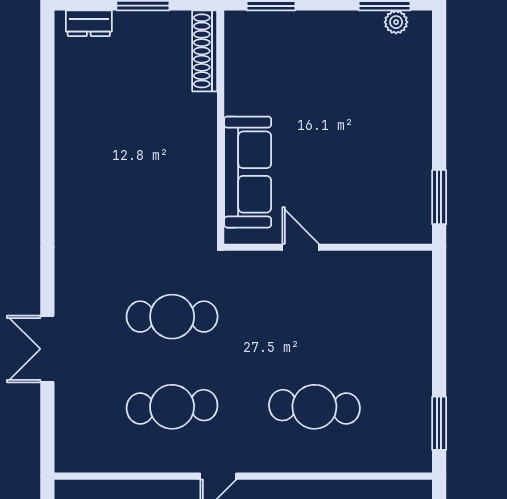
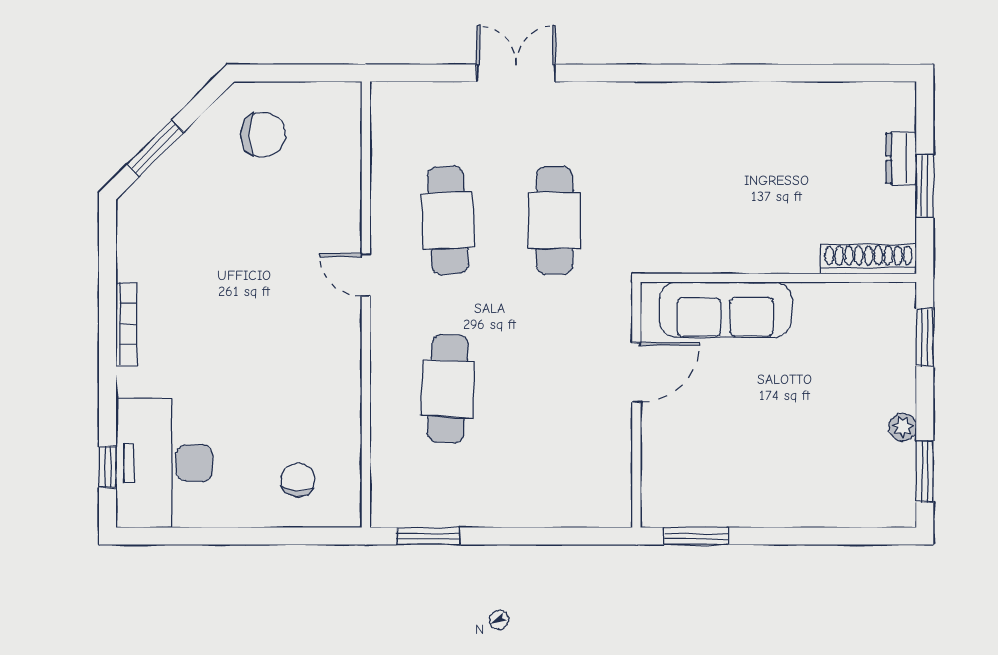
plant: (396, 22) -> (903, 427), moved
dresser: (89, 23) -> (901, 158), moved
door: (301, 247) -> (636, 372), width x1.38

